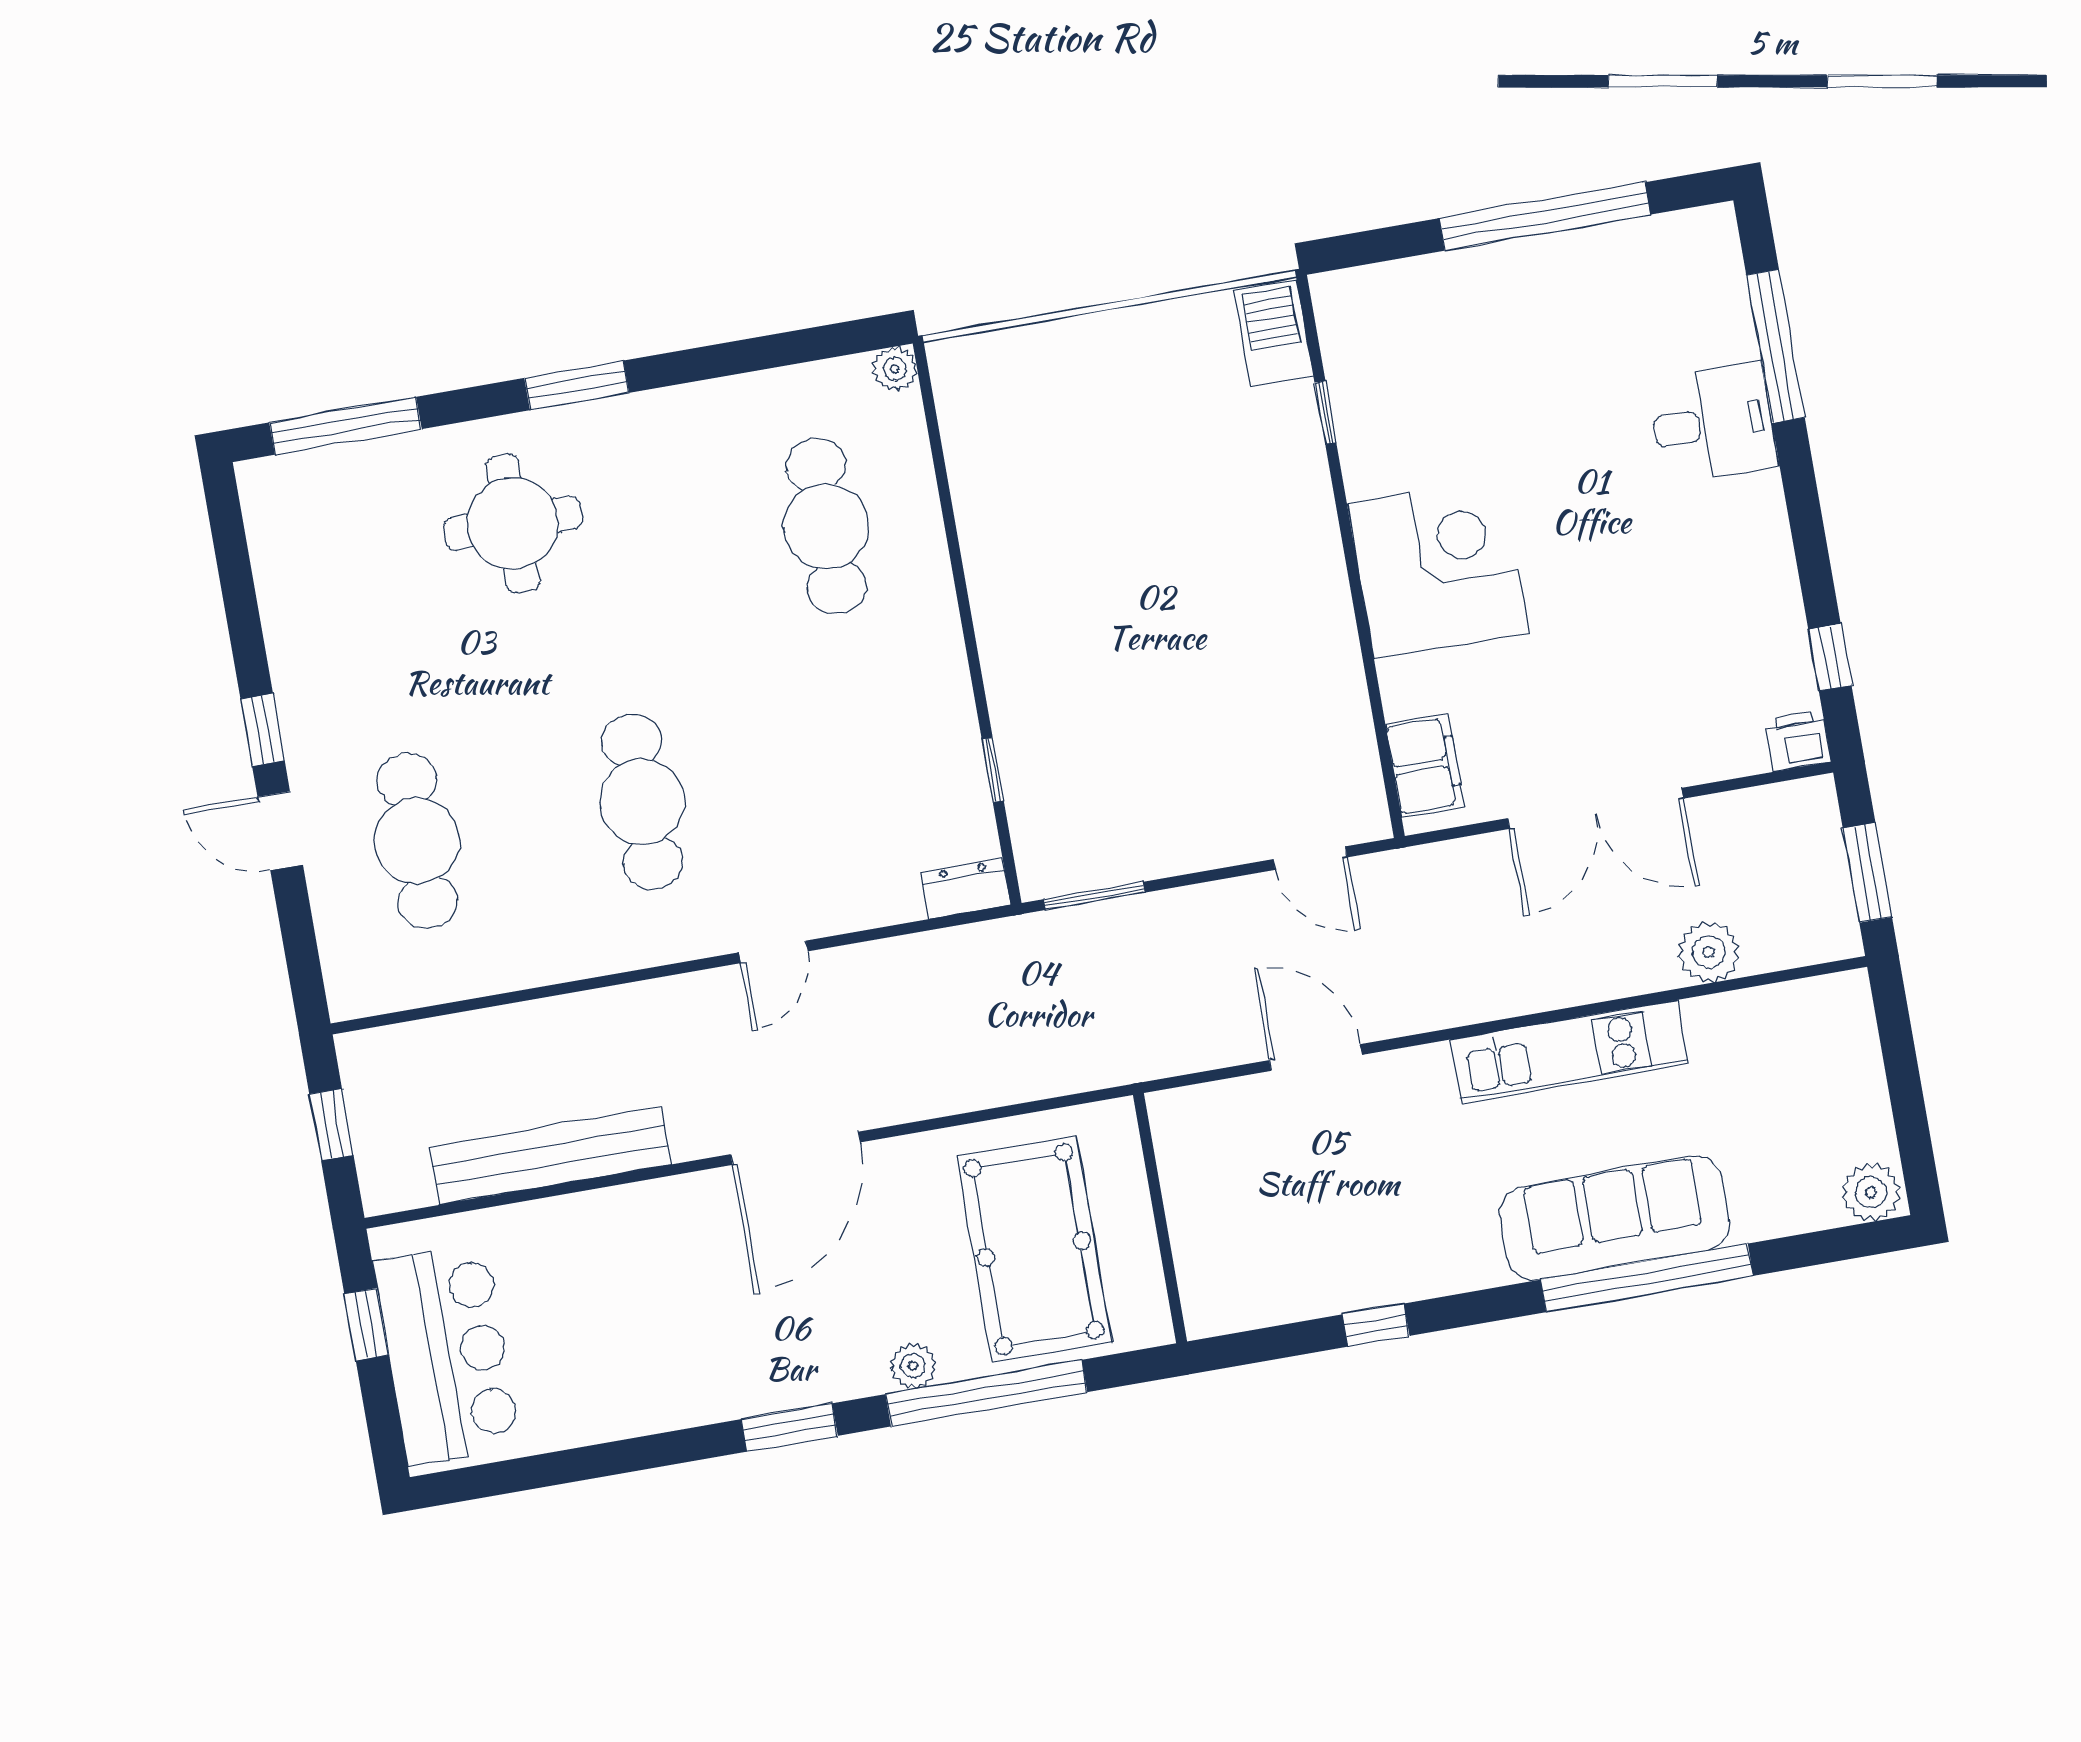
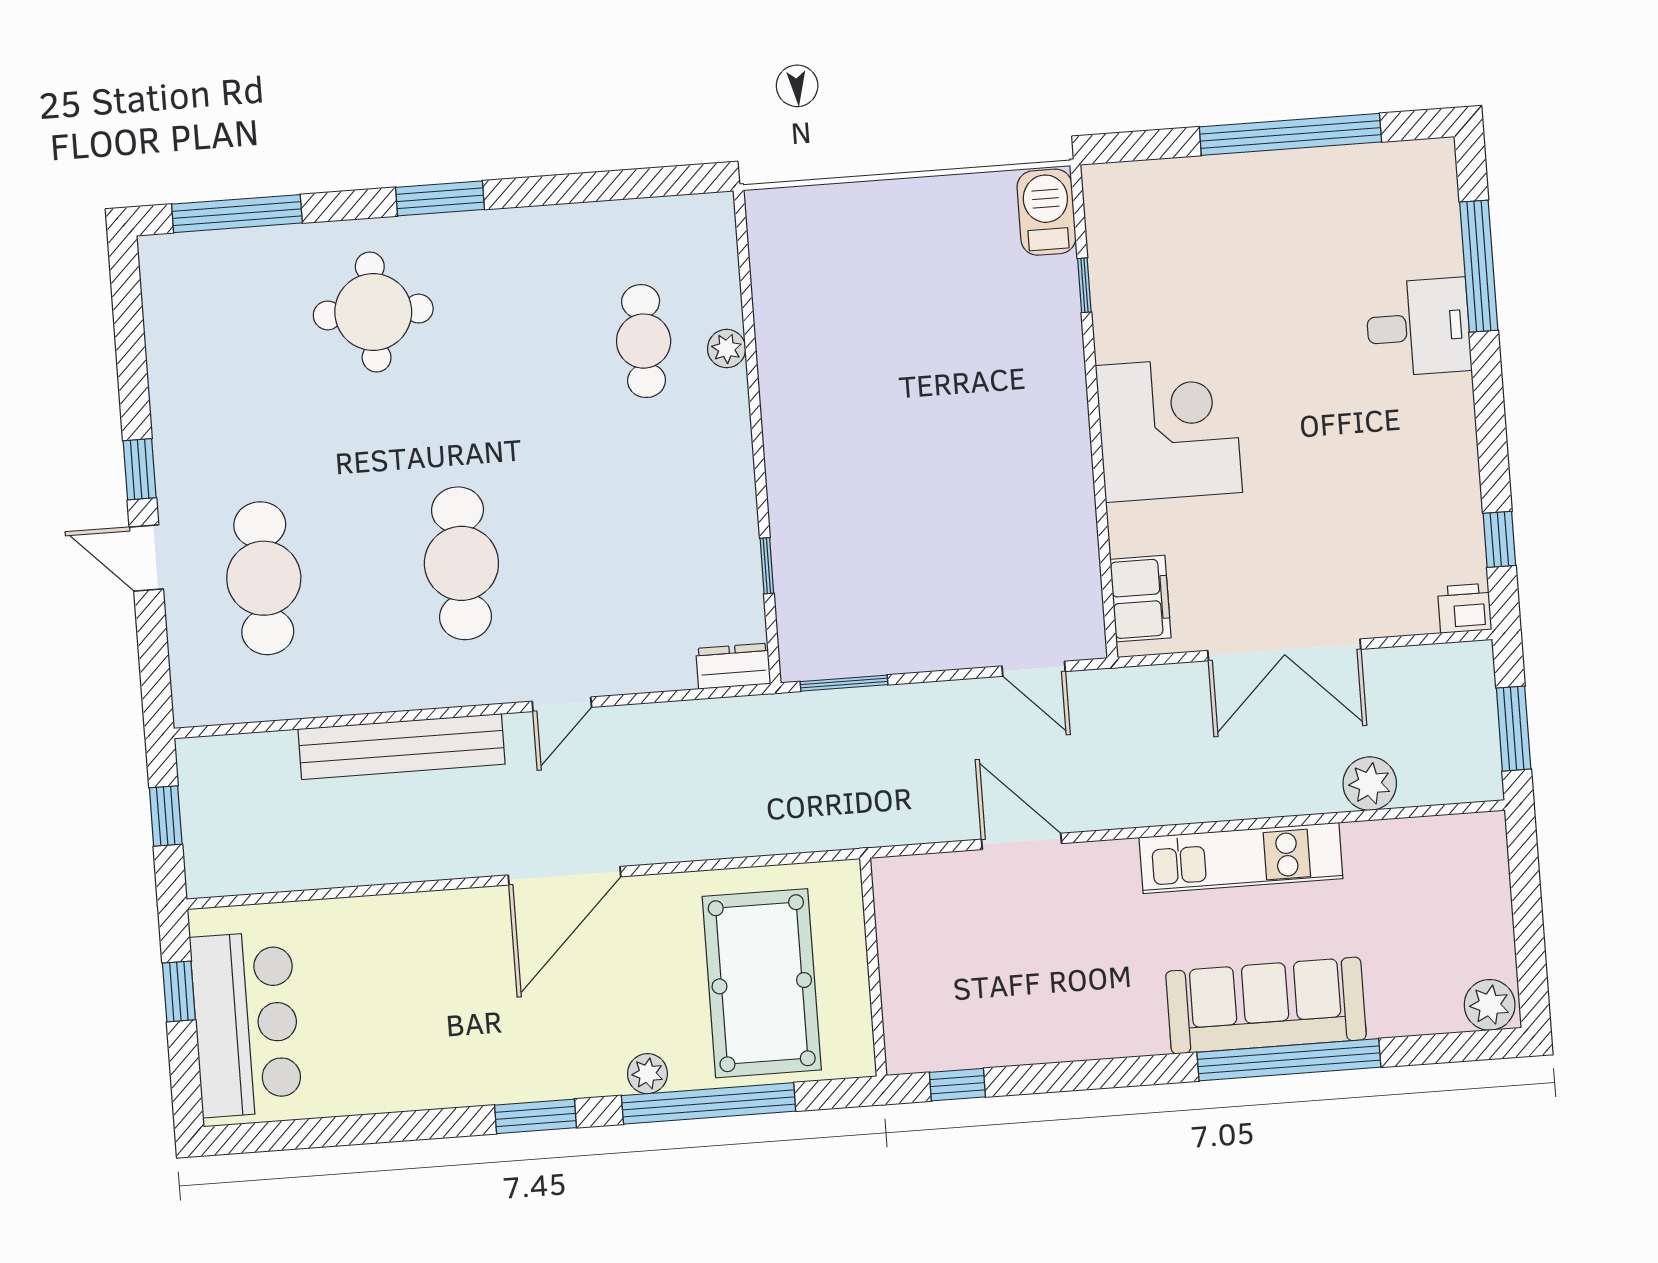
plant: (895, 369) -> (727, 349), moved
cafe table: (826, 526) -> (644, 341), width x0.73, depth x0.74
bench: (550, 1156) -> (402, 747), moved
window: (1376, 1325) -> (957, 1085), moved

